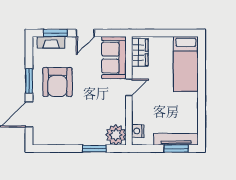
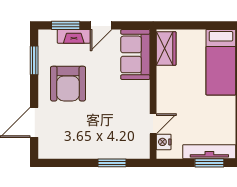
fireplace: (51, 42) -> (74, 36), moved
window: (29, 81) -> (34, 60), moved
door: (129, 87) -> (153, 124), moved
plant: (116, 135) -> (138, 147), removed

